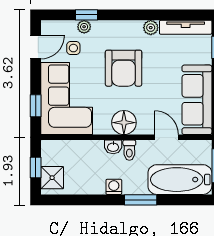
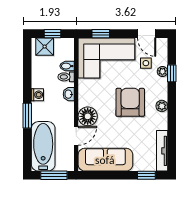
plant: (151, 28) -> (162, 106), moved
armchair: (124, 68) -> (130, 102), turned 90
floor lamp: (124, 123) -> (88, 116), moved
bidet: (77, 149) -> (67, 66), added
toilet: (129, 150) -> (66, 77), moved

